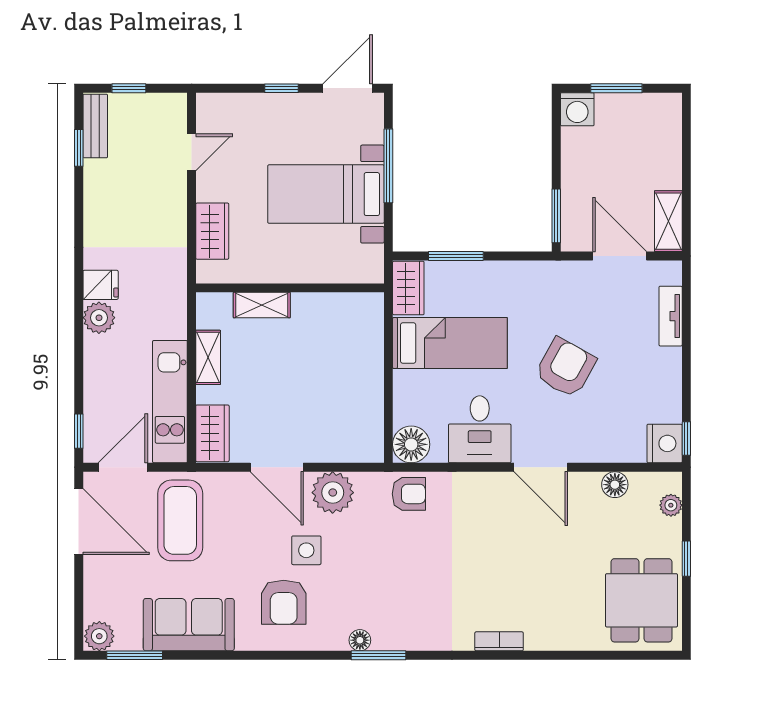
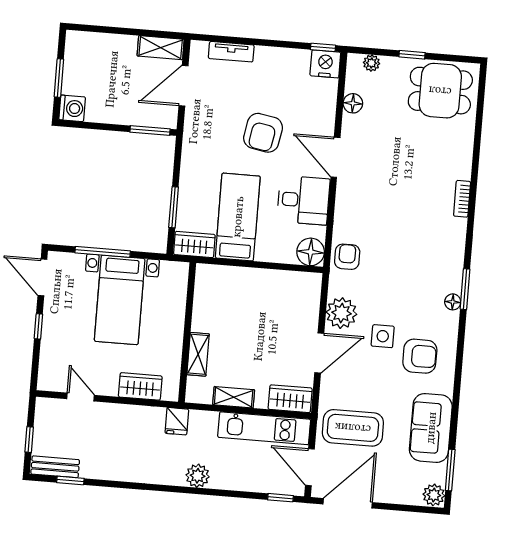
fridge: (101, 285) -> (177, 421), moved, turned 180
armchair: (565, 368) -> (263, 133), turned -109
door: (541, 467) -> (335, 157), swing flipped

